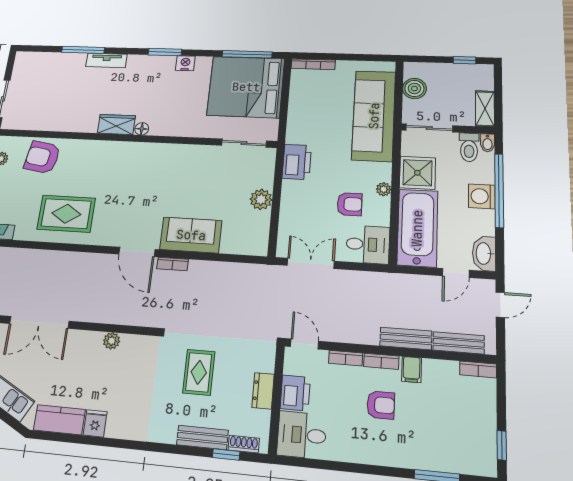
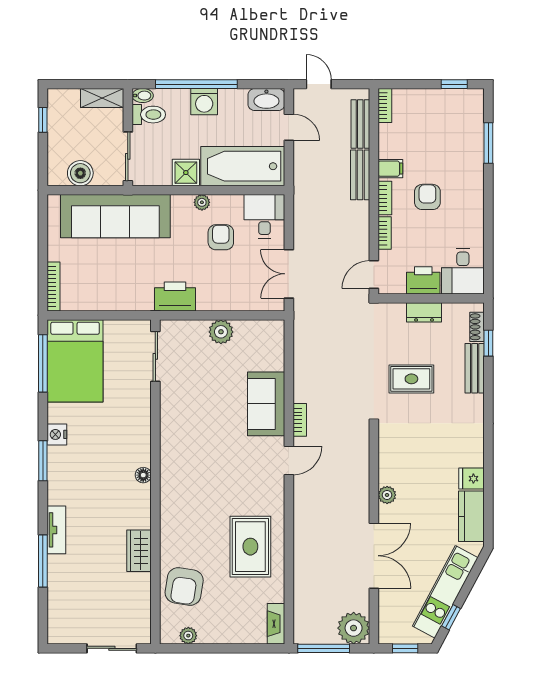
bed: (246, 87) -> (75, 361), width x0.73
wardrobe: (116, 124) -> (139, 551), moved
shower: (417, 173) -> (186, 173), width x0.73, depth x0.73
door: (137, 252) -> (289, 460), width x0.73
plant: (112, 341) -> (387, 495), moved

